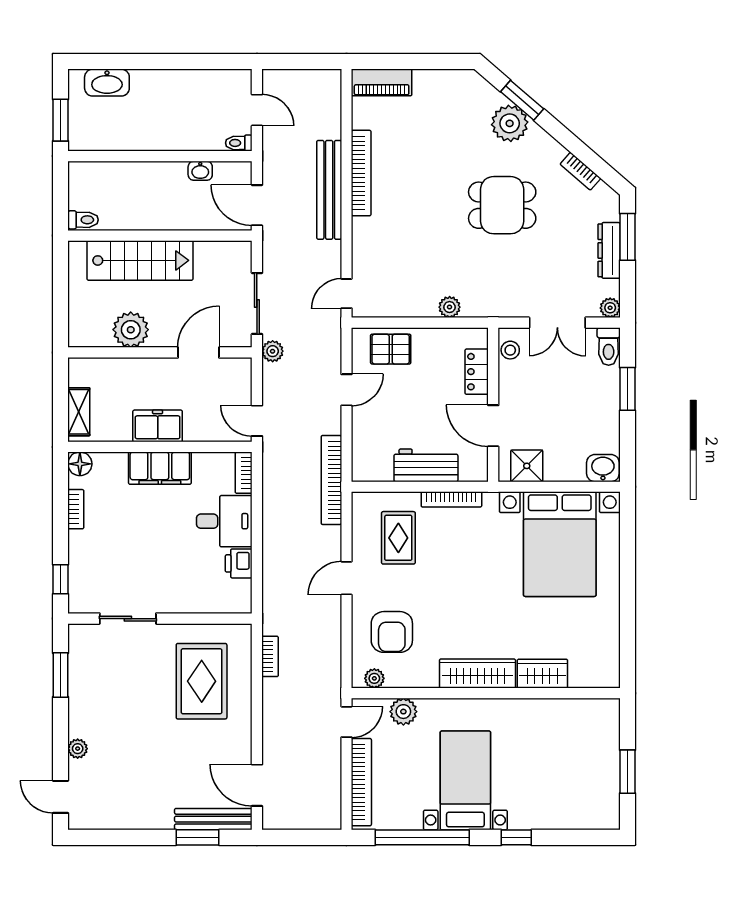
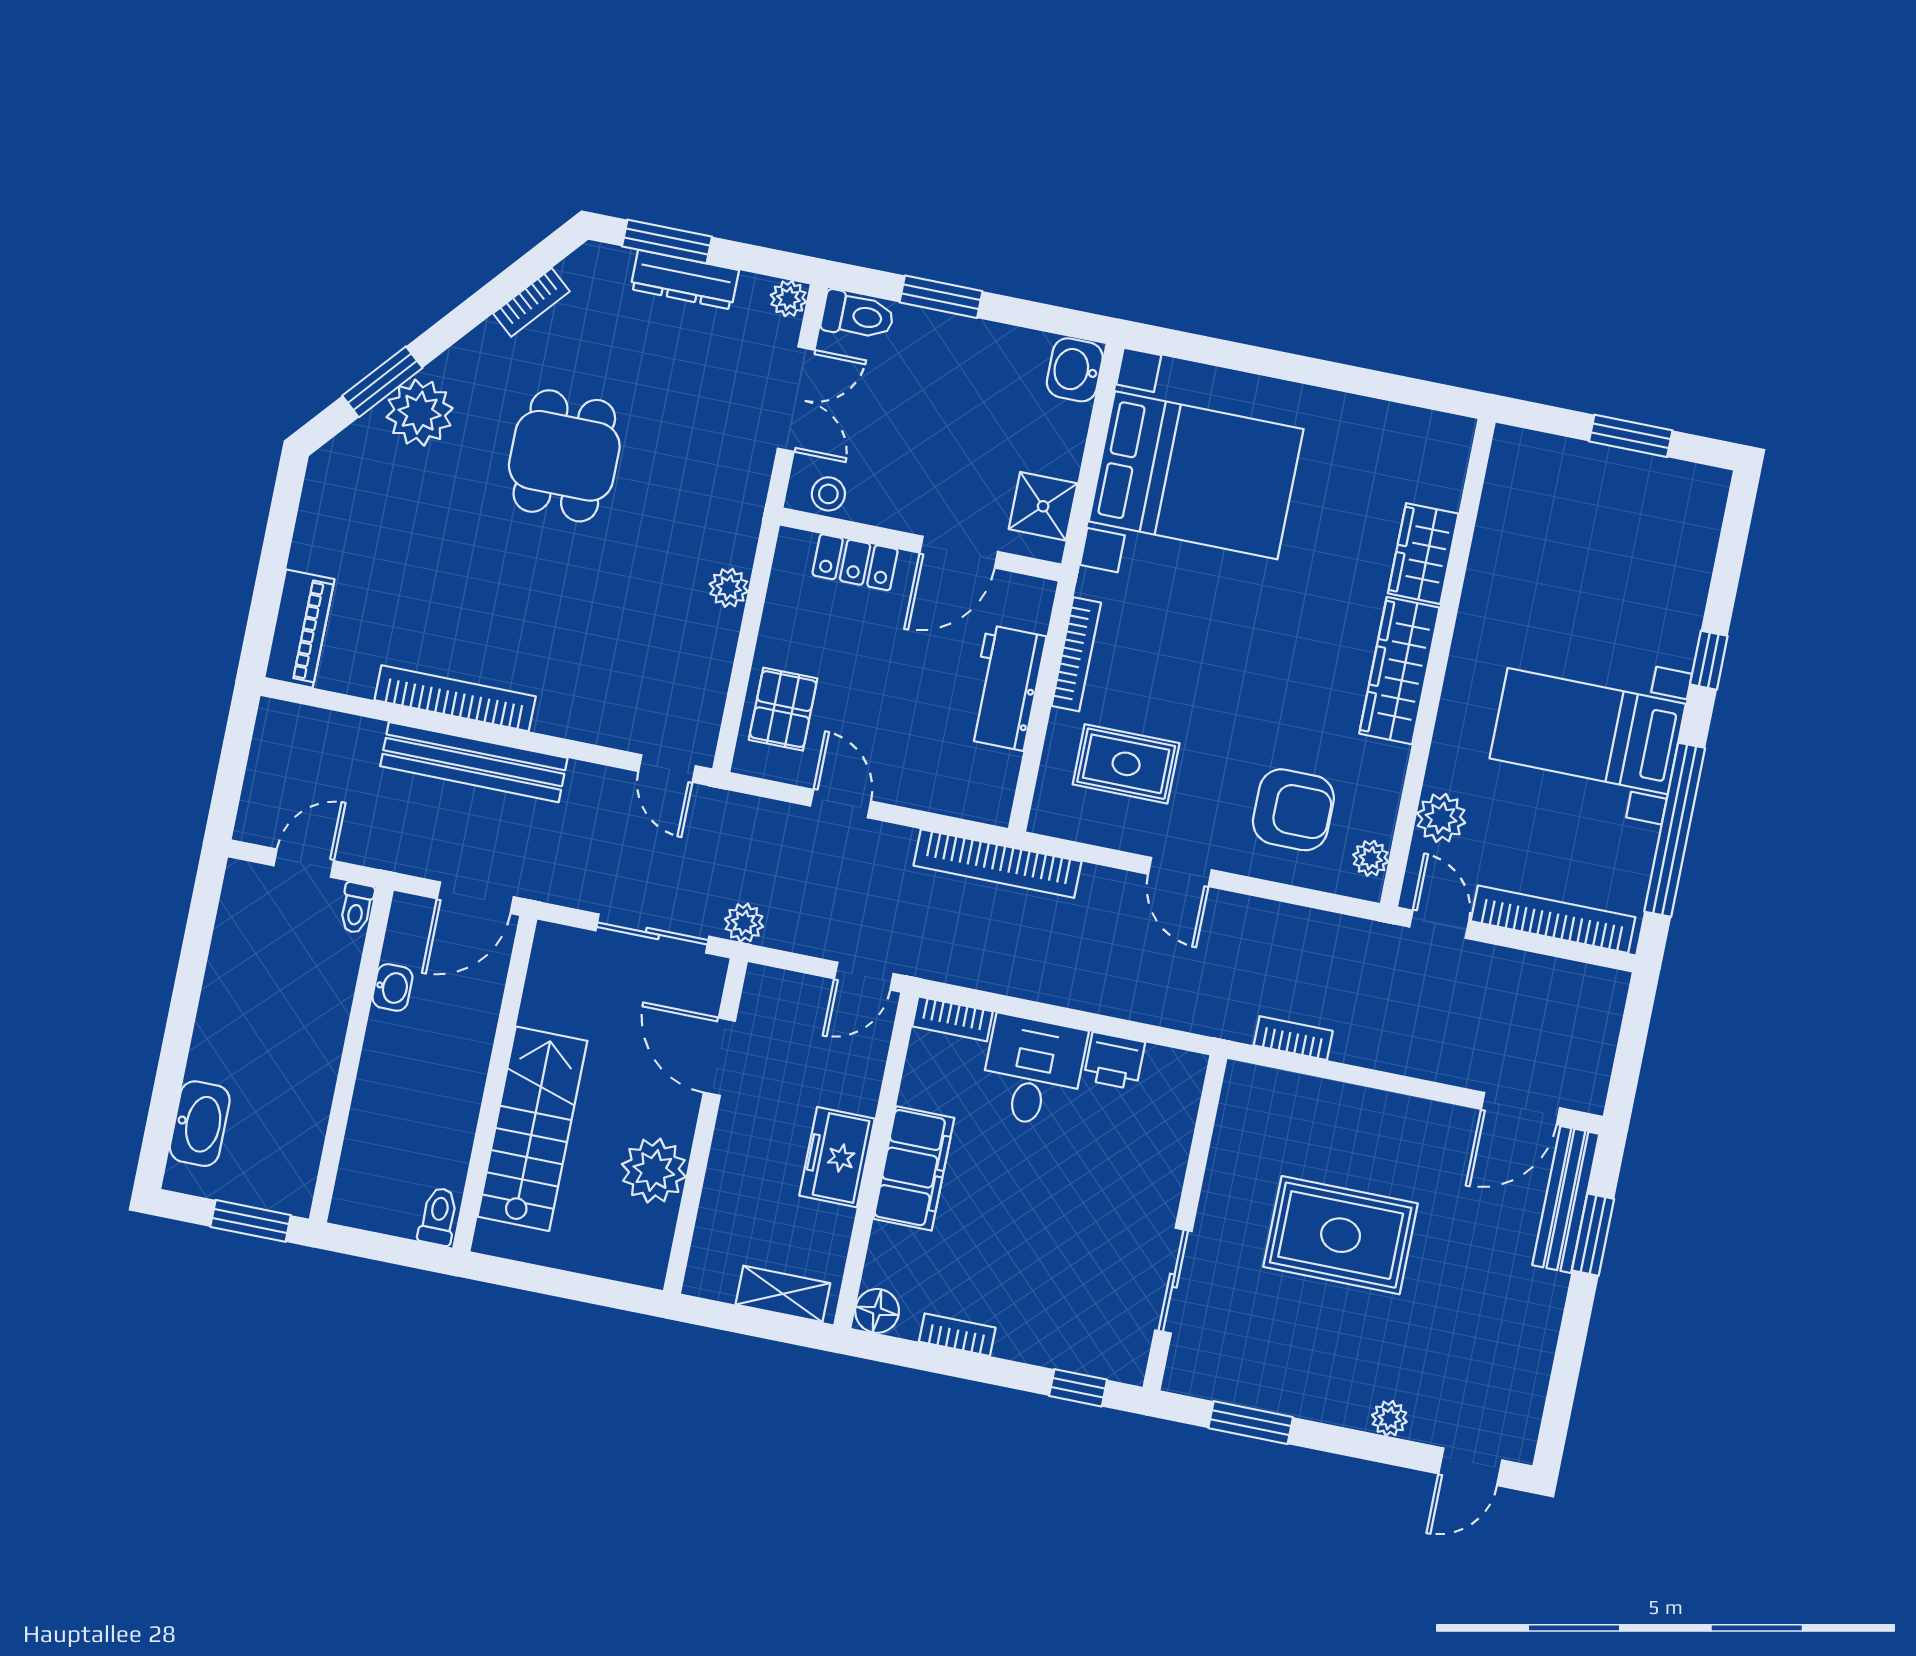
rug: (202, 681) -> (1341, 1235), moved

